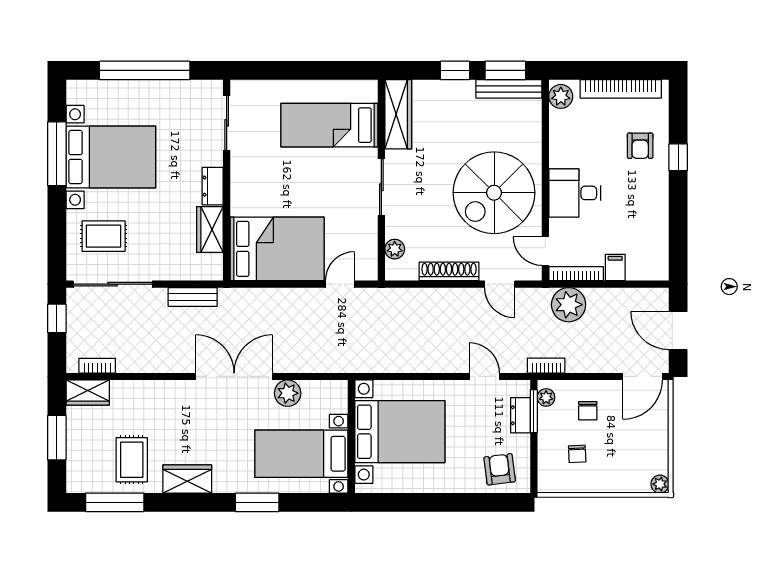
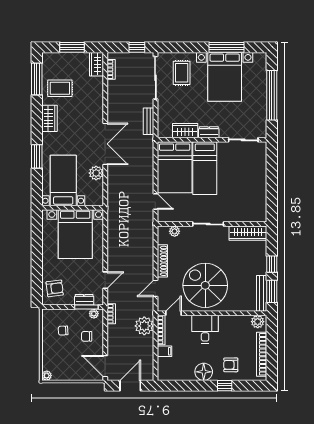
bed: (329, 125) -> (205, 168), moved, turned 180
floor lamp: (653, 196) -> (204, 372), added

